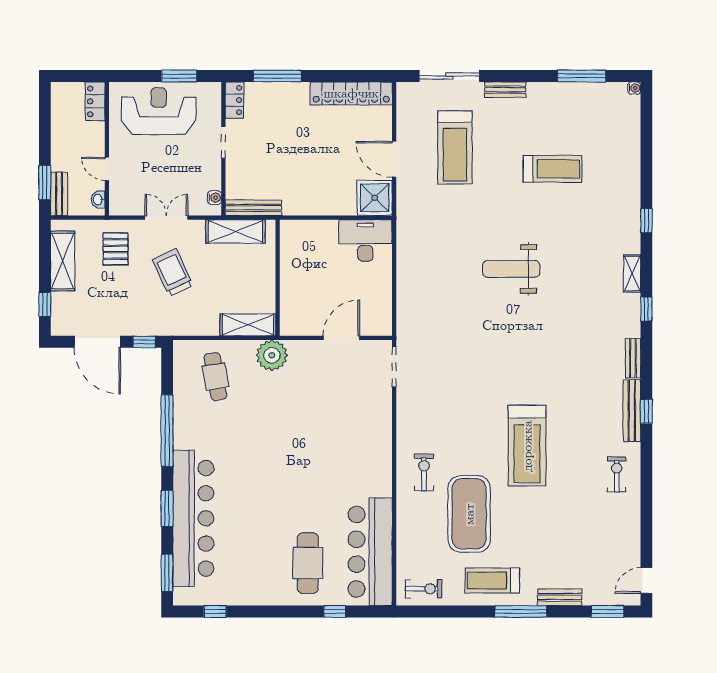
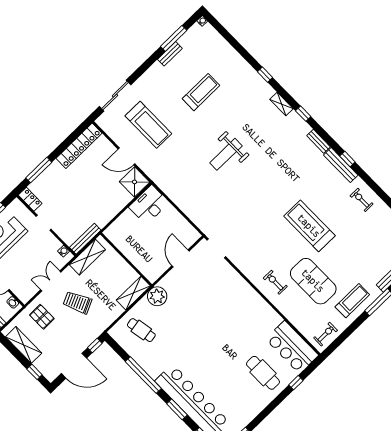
bench: (505, 90) -> (170, 54), moved
treadmill: (527, 446) -> (309, 226), turned 180
bar counter: (370, 552) -> (292, 347), width x0.73
treadmill: (492, 580) -> (352, 301), turned 180

